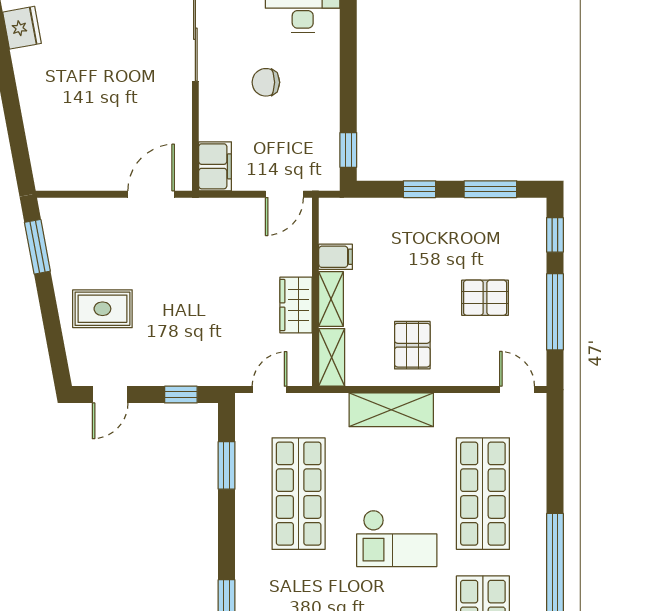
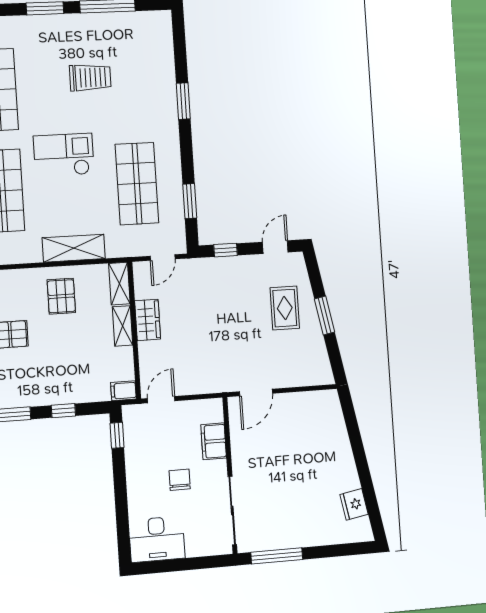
chair: (266, 82) -> (180, 480), turned -90
filing cabinet: (215, 166) -> (214, 441), moved
window: (37, 247) -> (325, 316), moved
filing cabinet: (336, 257) -> (123, 391), moved
rug: (102, 309) -> (285, 308), turned 90

